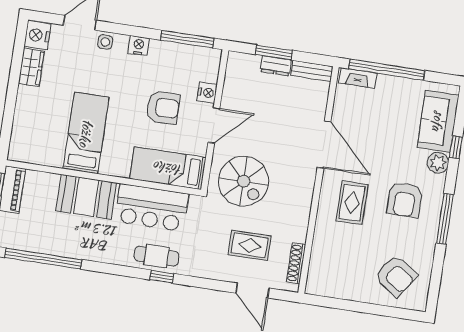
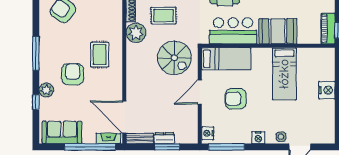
nightstand: (37, 35) -> (327, 90), moved
wardrobe: (31, 67) -> (328, 112), removed
nightstand: (207, 93) -> (208, 133), moved
sofa: (438, 121) -> (62, 132), moved, turned -90
door: (324, 145) -> (124, 117), moved
spiral stairs: (244, 181) -> (174, 58), turned 180
armchair: (405, 200) -> (73, 74), moved
plant: (294, 226) -> (136, 33), added

